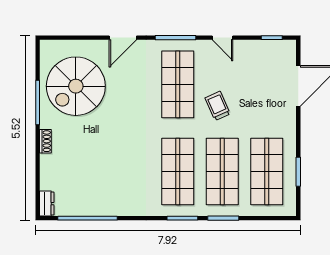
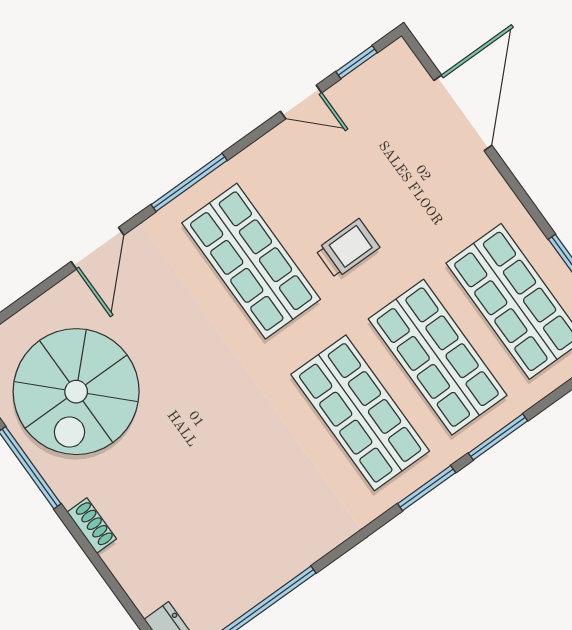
door: (223, 38) -> (301, 102), moved
trolley: (218, 106) -> (348, 249), turned 114

